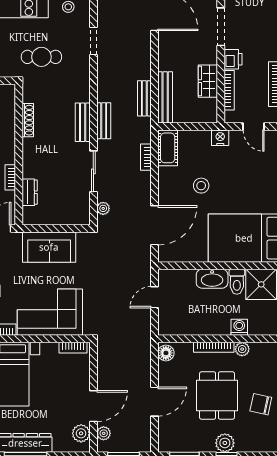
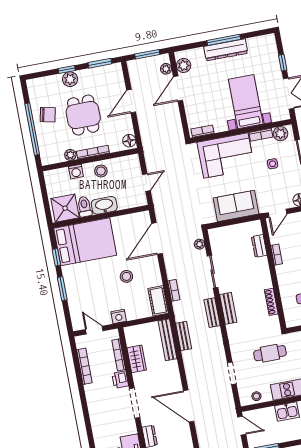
stool: (208, 322) -> (101, 171), added

